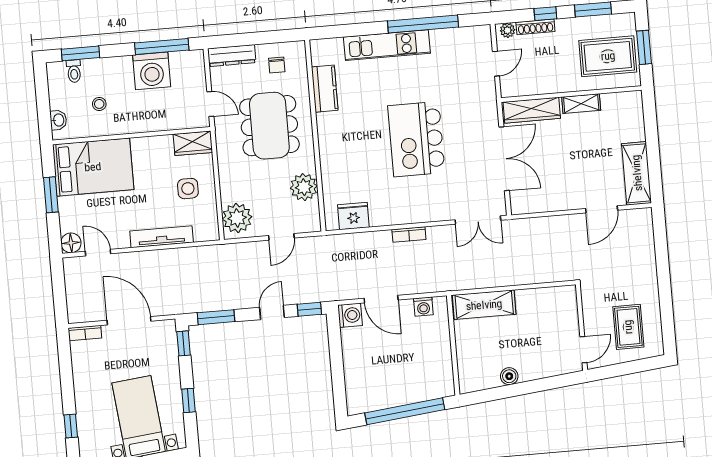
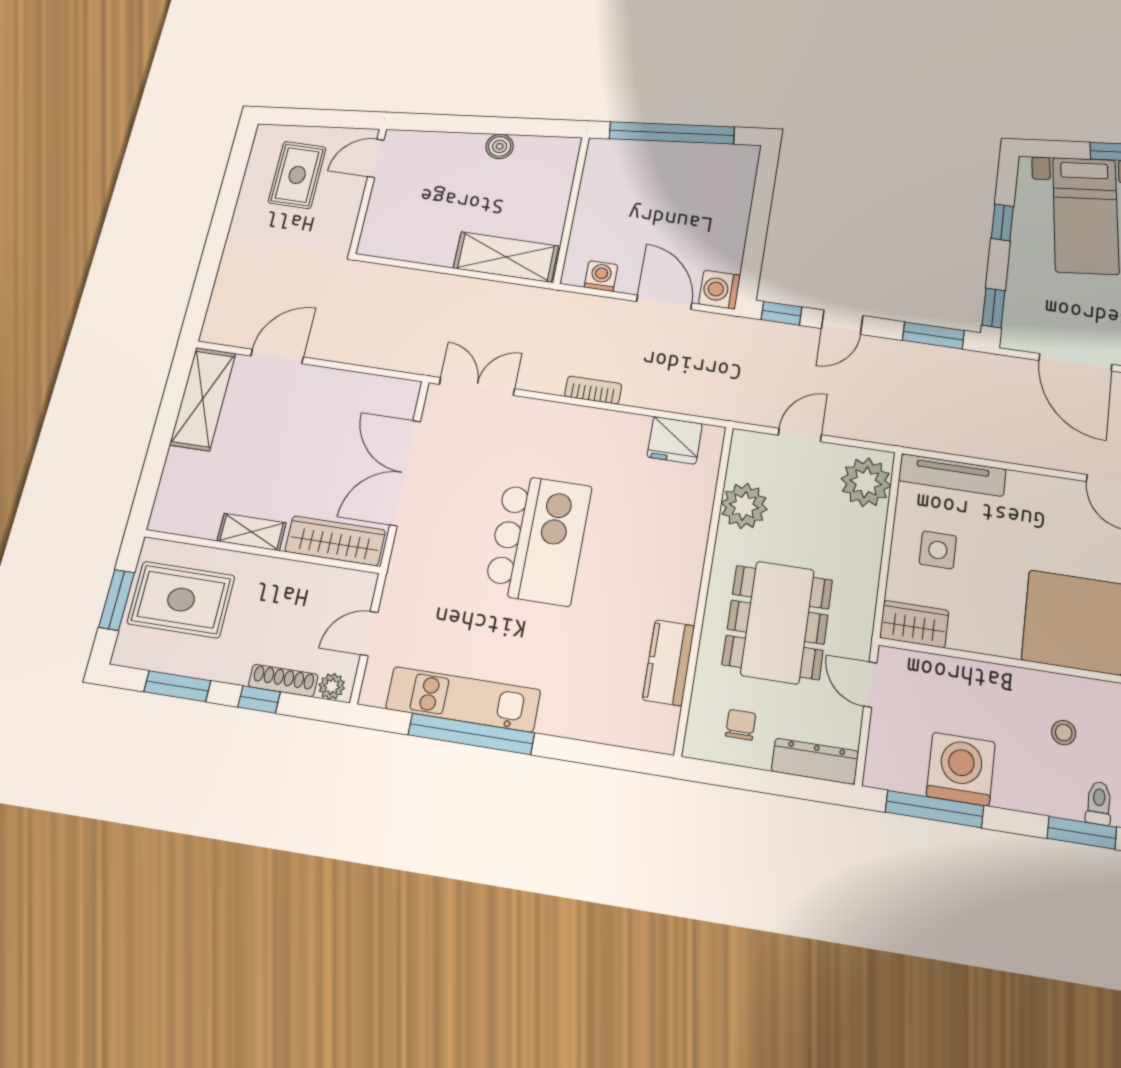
kitchen unit: (387, 45) -> (463, 699), moved
tv unit: (162, 237) -> (952, 475), moved

